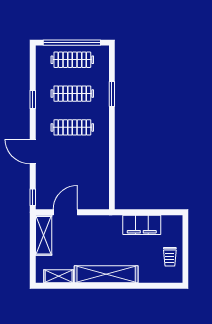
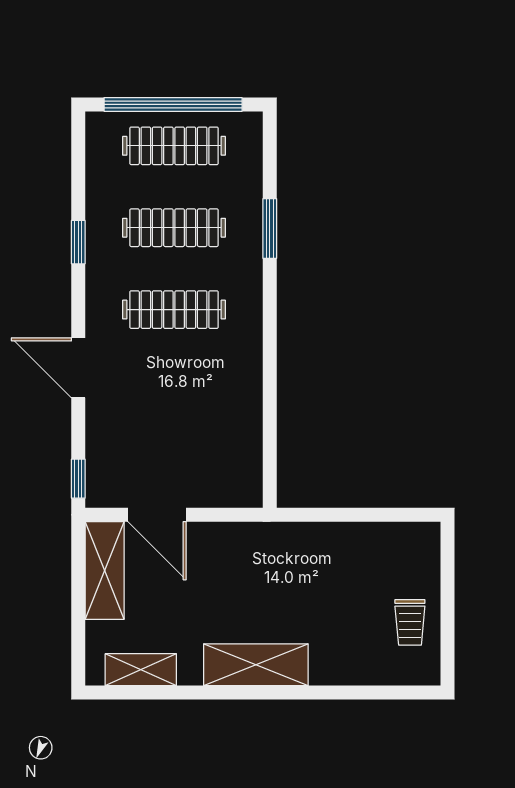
door: (65, 212) -> (157, 515), swing flipped
filing cabinet: (142, 225) -> (342, 545), removed
shelving: (106, 274) -> (256, 665), width x0.68

